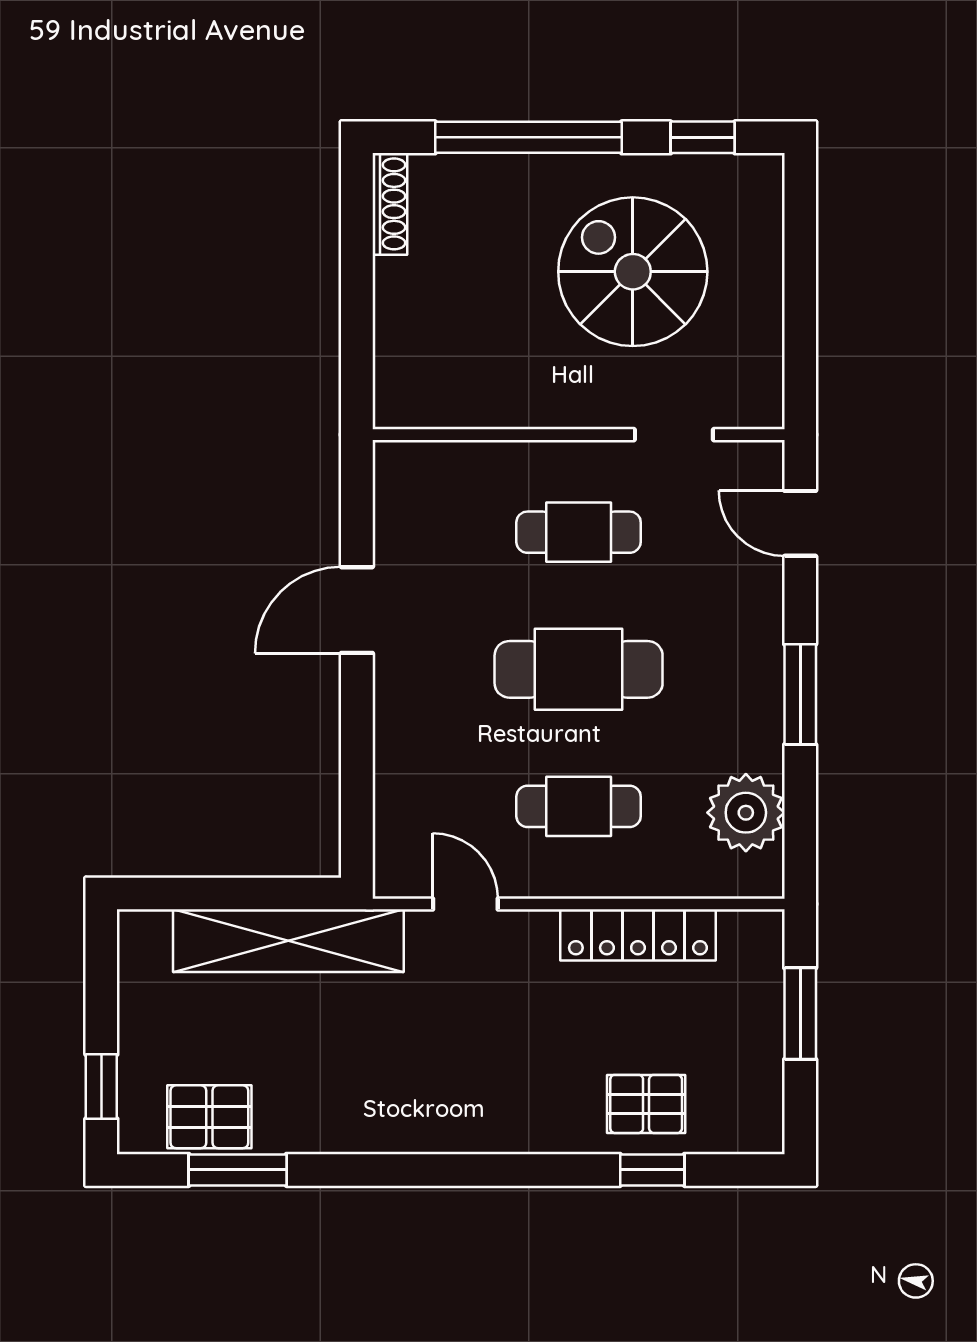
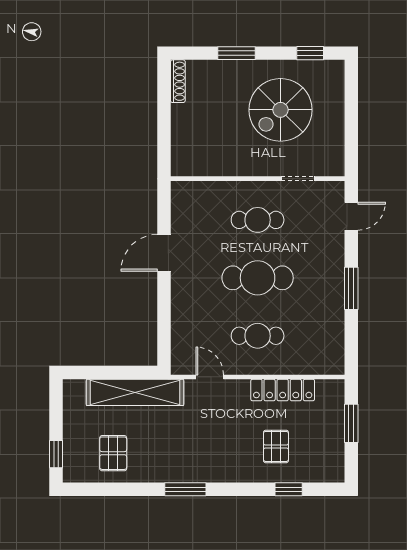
window: (528, 137) -> (236, 53), width x0.47
spiral stairs: (633, 272) -> (280, 110), turned -90
door: (800, 523) -> (351, 216), swing flipped
plant: (746, 813) -> (328, 338), removed
pallet: (646, 1104) -> (276, 446), moved, turned 90
pallet: (209, 1117) -> (113, 453), moved, turned 90
window: (238, 1170) -> (185, 489), moved

